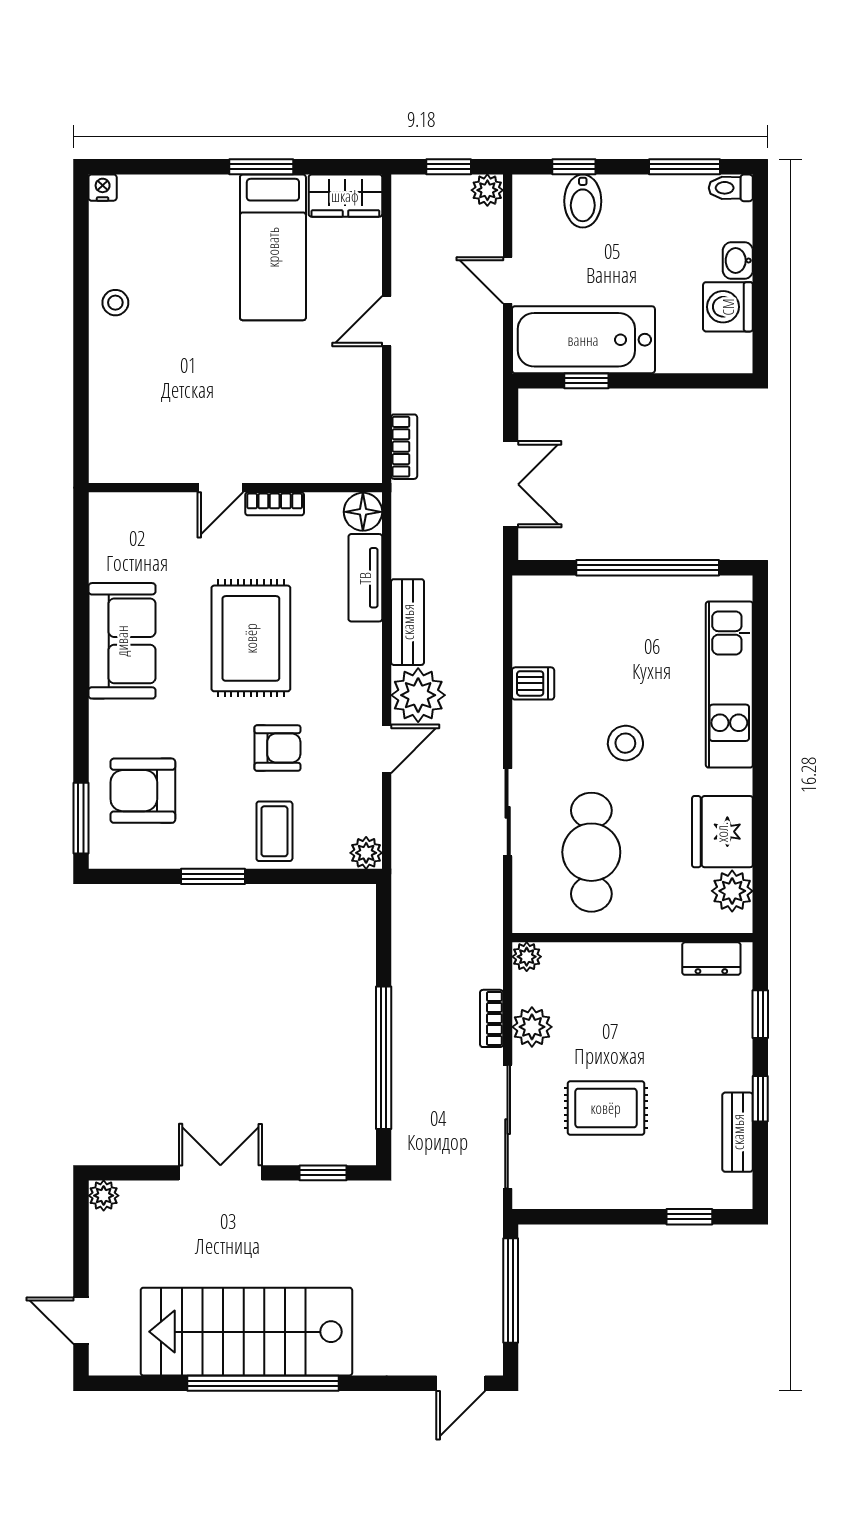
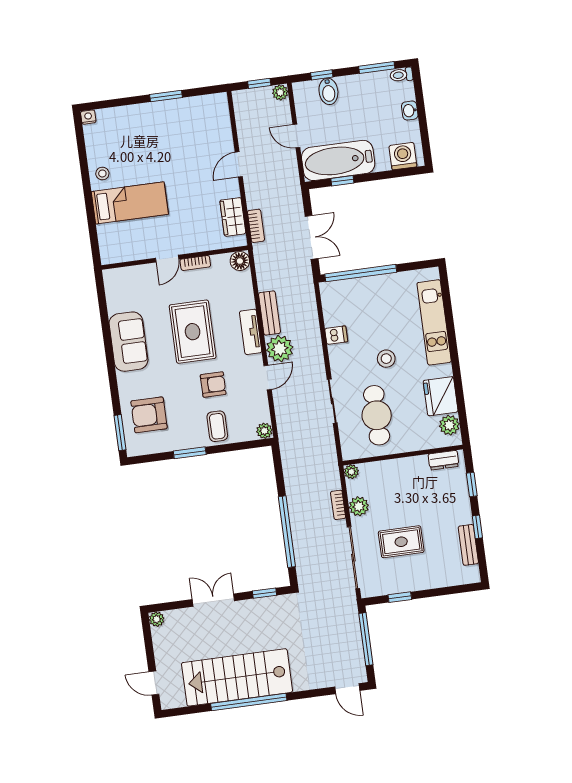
wardrobe: (345, 196) -> (233, 217), moved, turned 90
bed: (273, 247) -> (130, 203), moved, turned -90
washing machine: (728, 307) -> (403, 156), moved, turned 90
window: (648, 568) -> (361, 273), moved
tv unit: (365, 578) -> (251, 332), moved
window: (689, 1217) -> (400, 597), moved
door: (461, 1383) -> (347, 689), hinge flipped

